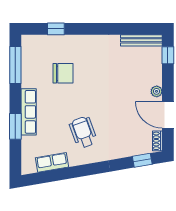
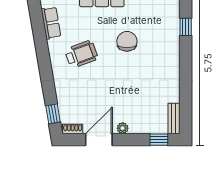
bench: (141, 40) -> (174, 119), width x0.73
chair: (63, 73) -> (127, 41), moved, turned 180

